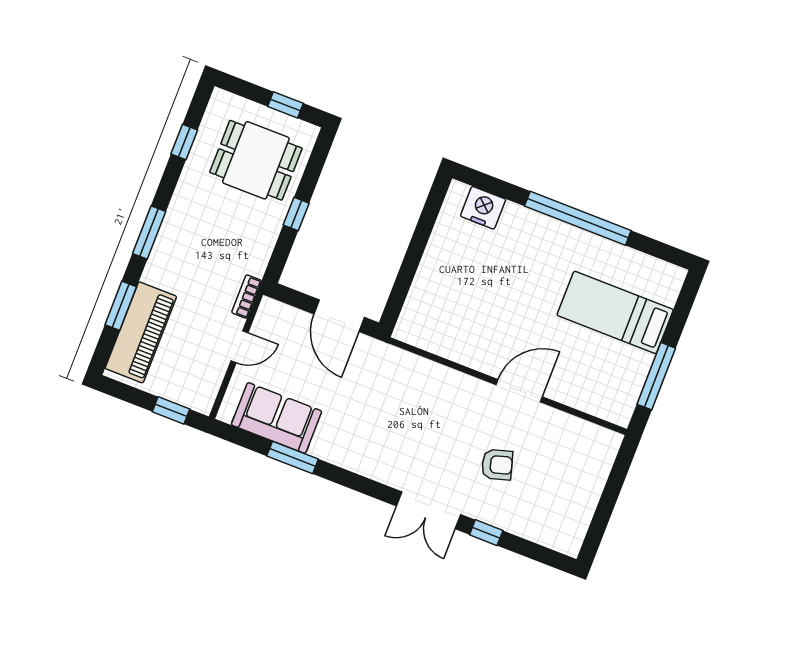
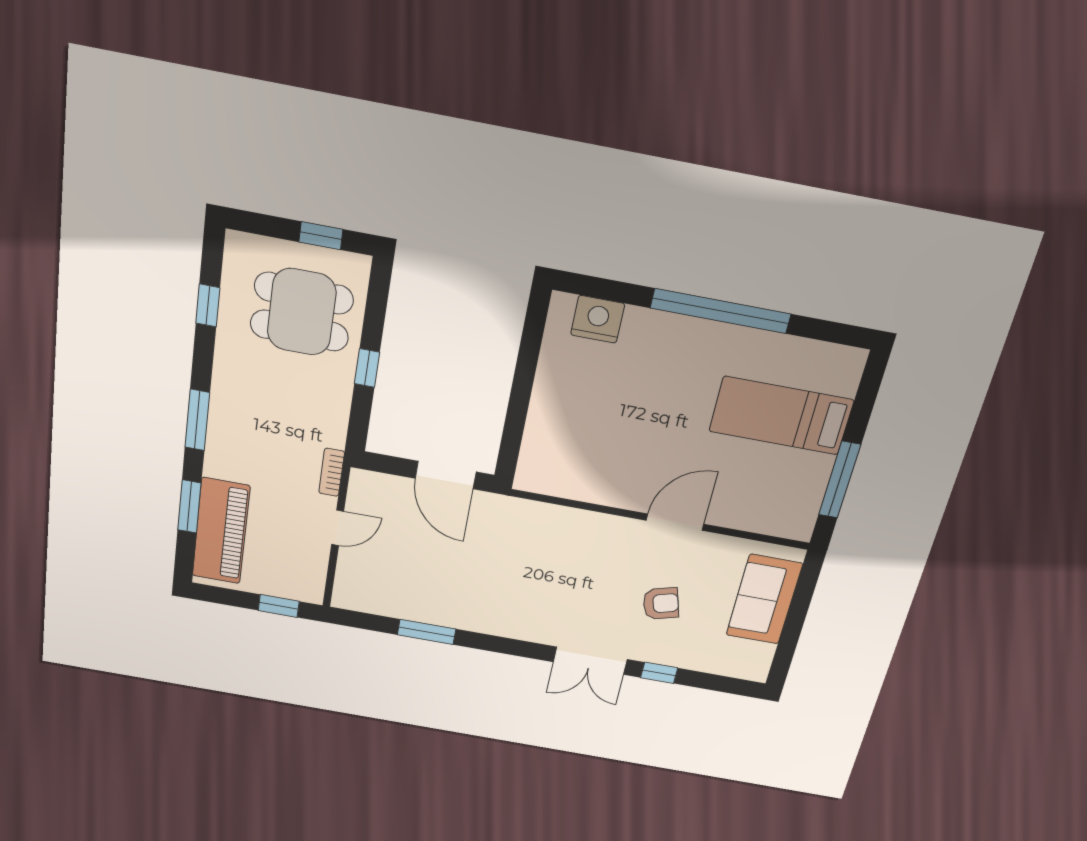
sofa: (276, 418) -> (764, 599), moved, turned -90

